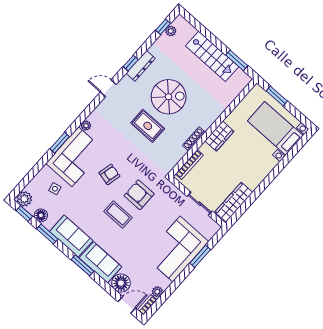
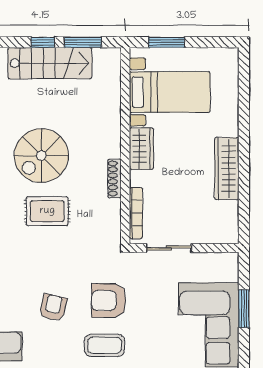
window: (218, 43) -> (43, 42), added
spiral stairs: (169, 97) -> (41, 156), turned 180
bed with nightstands: (275, 128) -> (170, 92), moved, turned 180
wardrobe: (234, 202) -> (227, 169), moved
sliding door: (200, 204) -> (169, 248), moved

